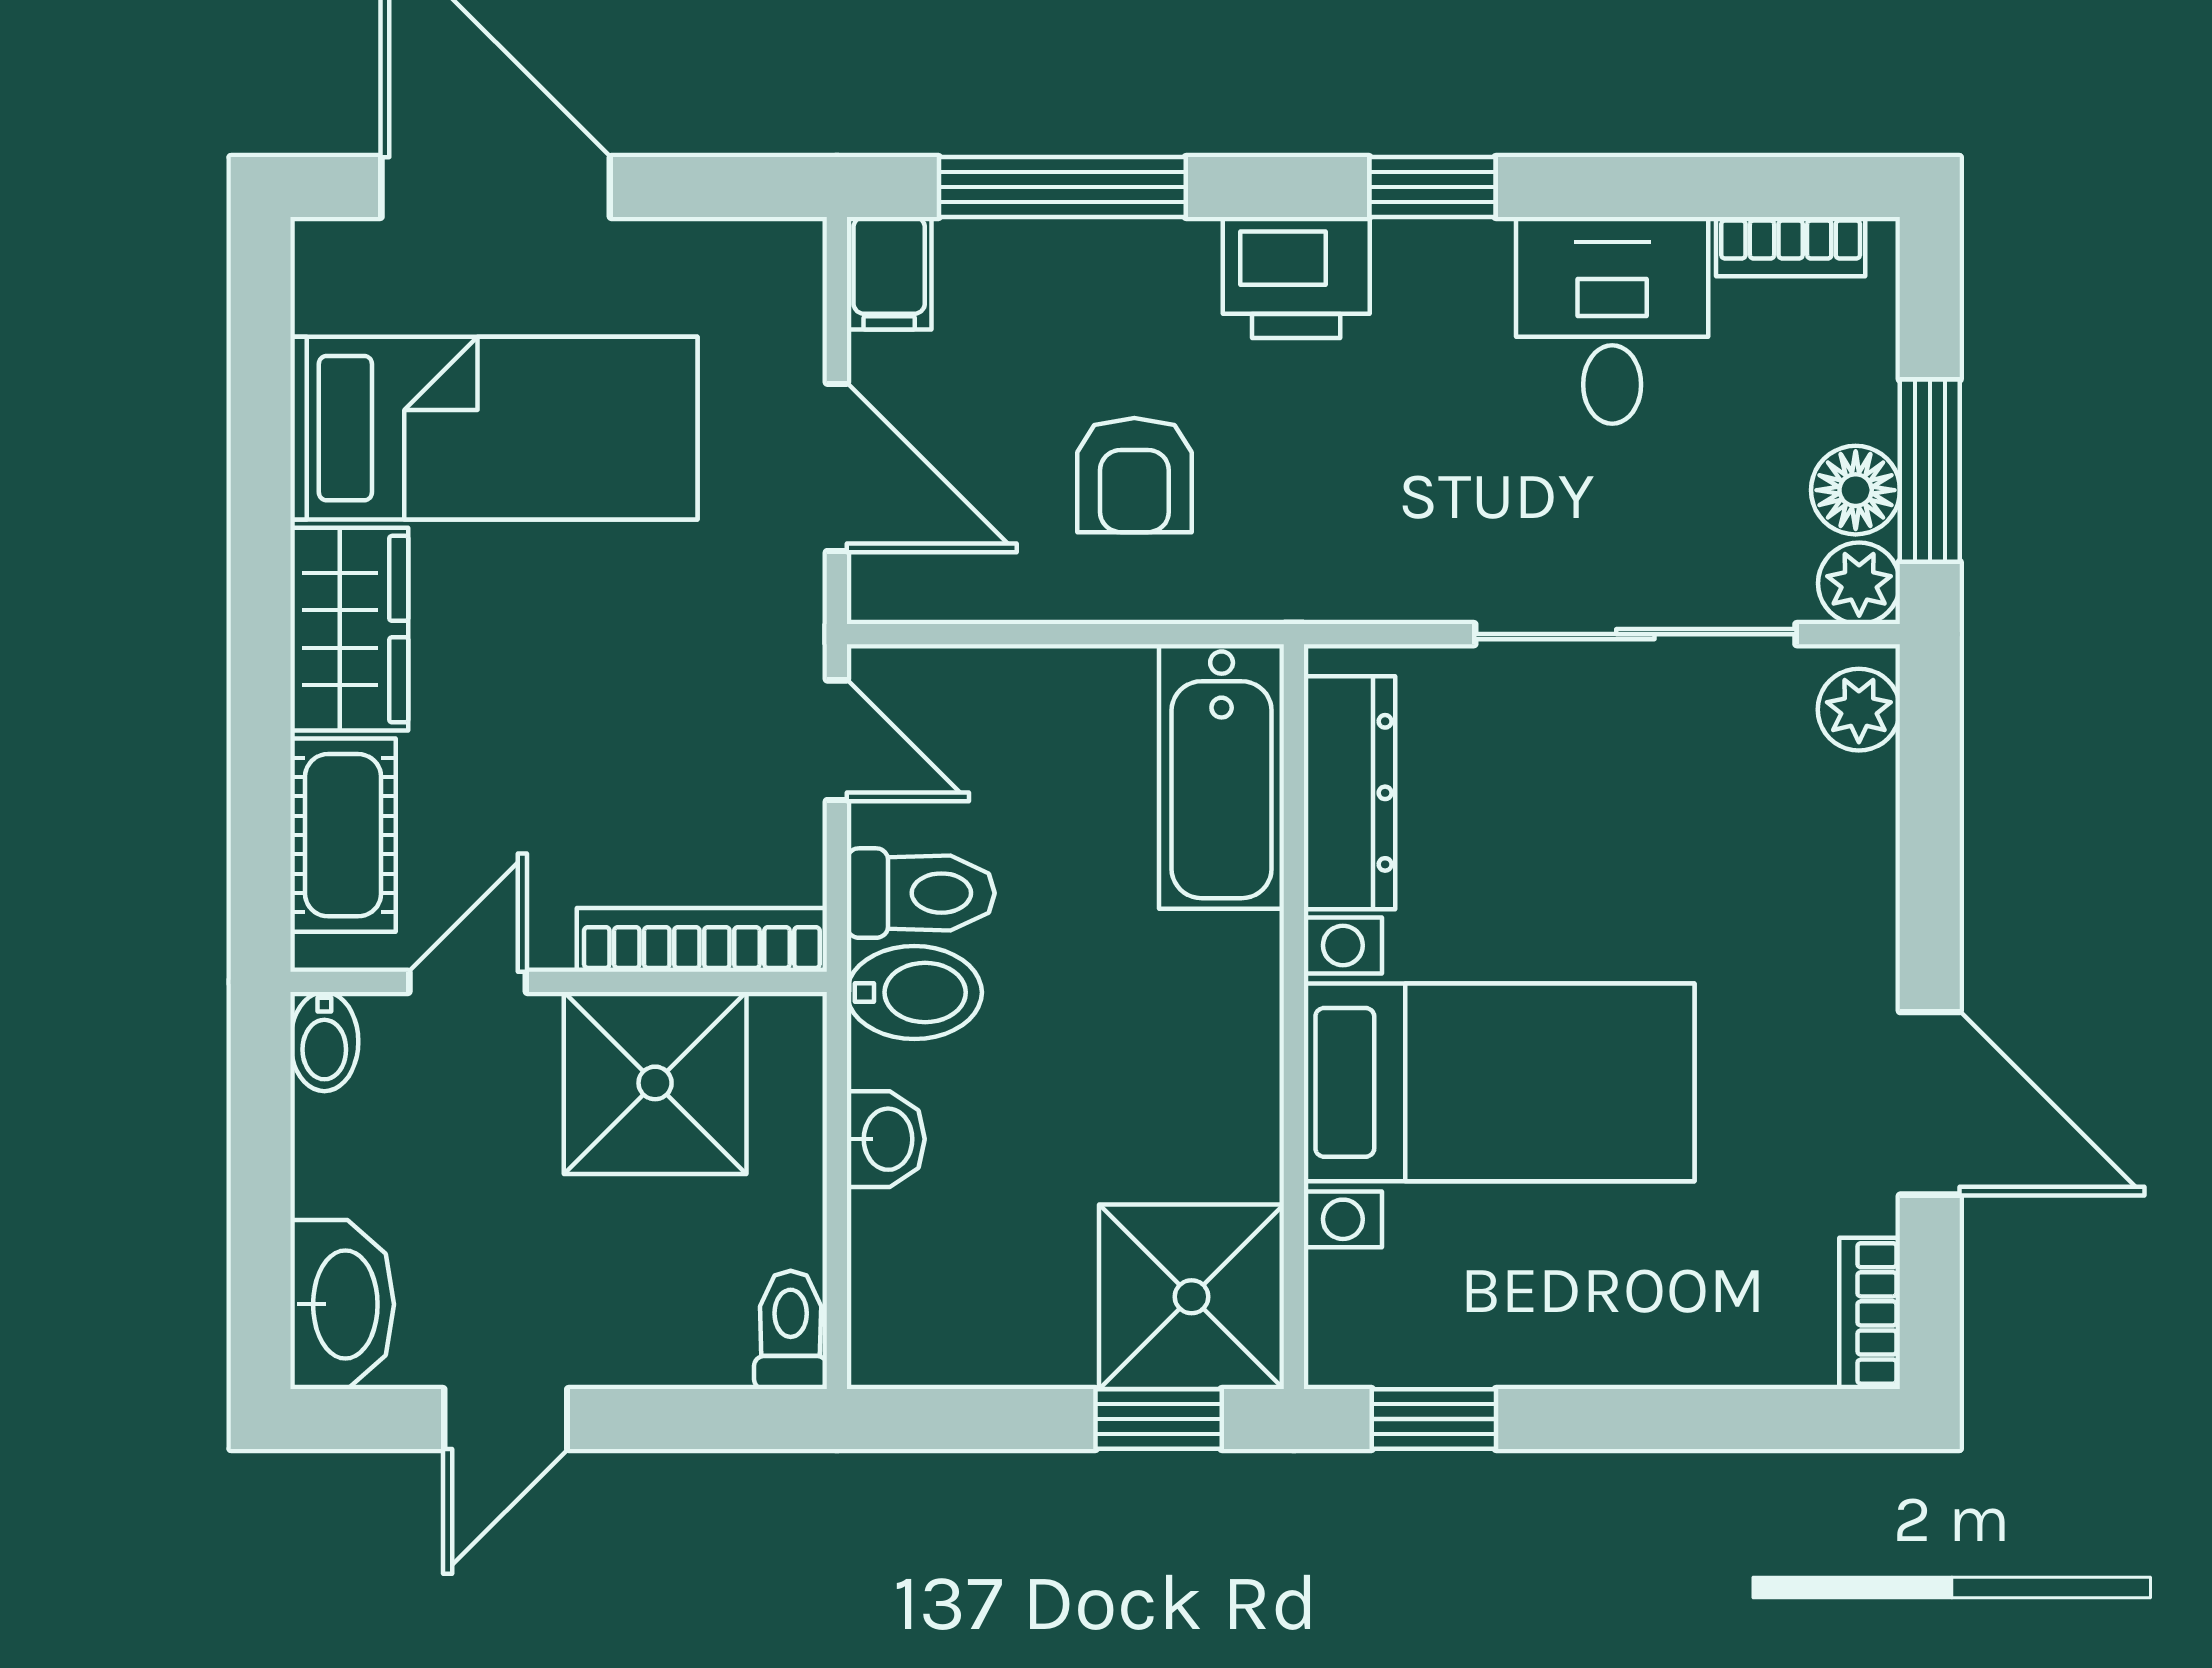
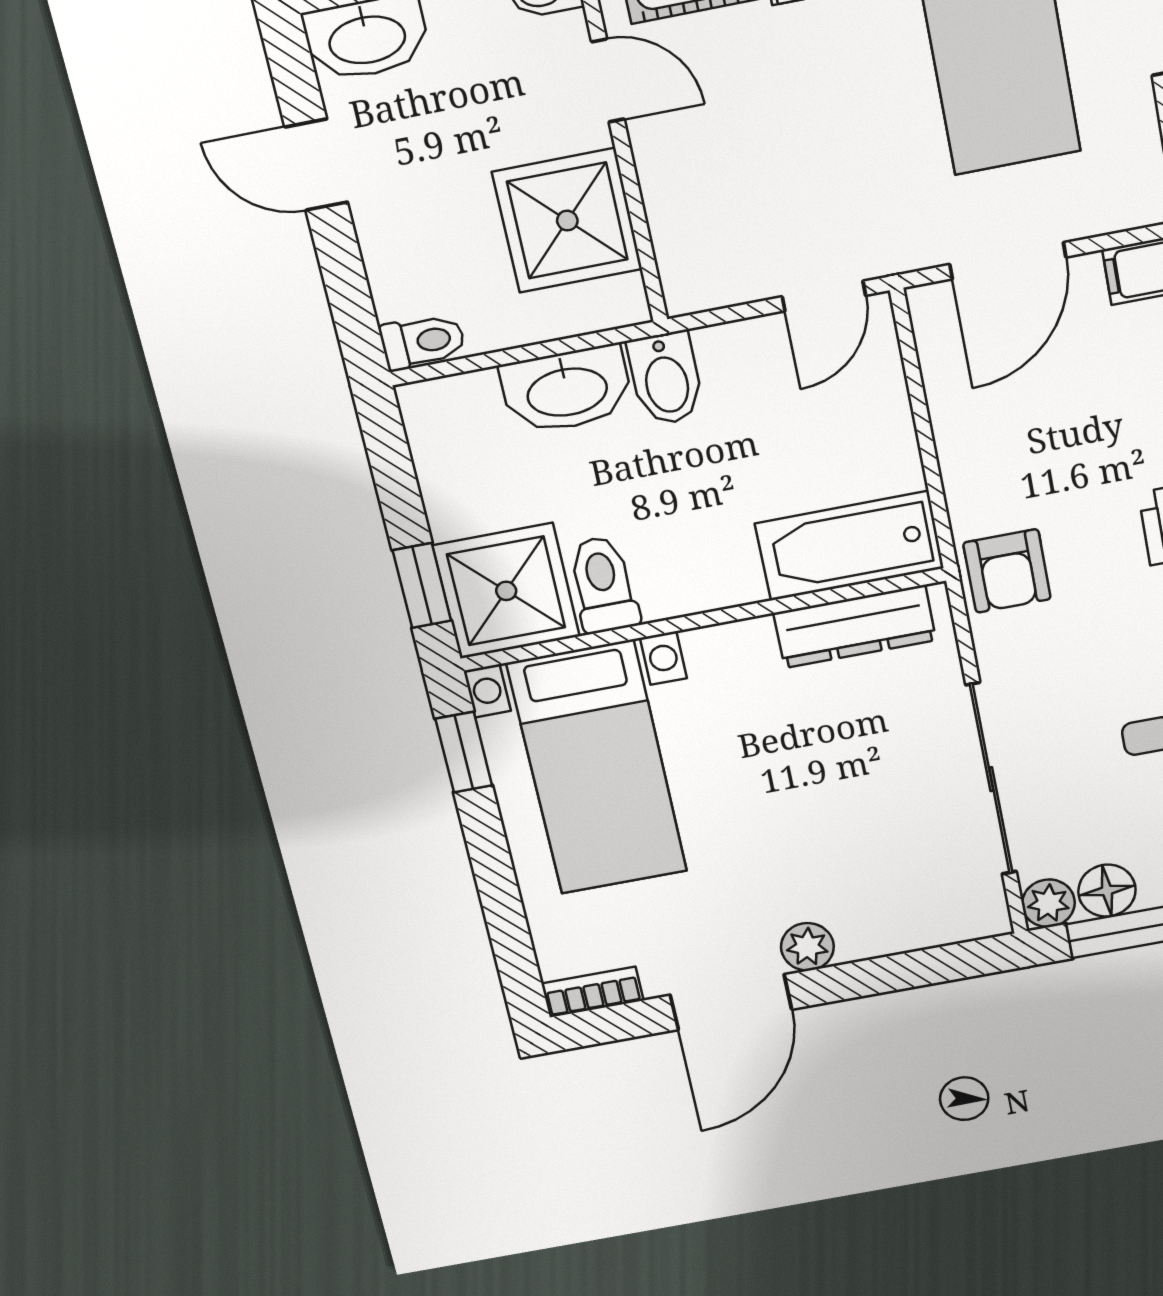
armchair: (1134, 475) -> (1007, 571), moved, turned -90
plant: (1859, 710) -> (807, 947), moved
toilet: (921, 893) -> (603, 585), moved, turned 180
bookcase: (702, 940) -> (671, 233), removed
bed with nightstands: (1499, 1082) -> (597, 768), moved
washbasin: (886, 1139) -> (567, 390), width x1.91, depth x1.45

